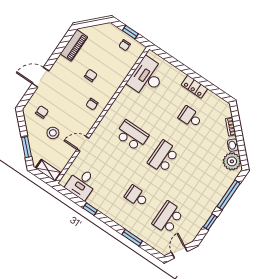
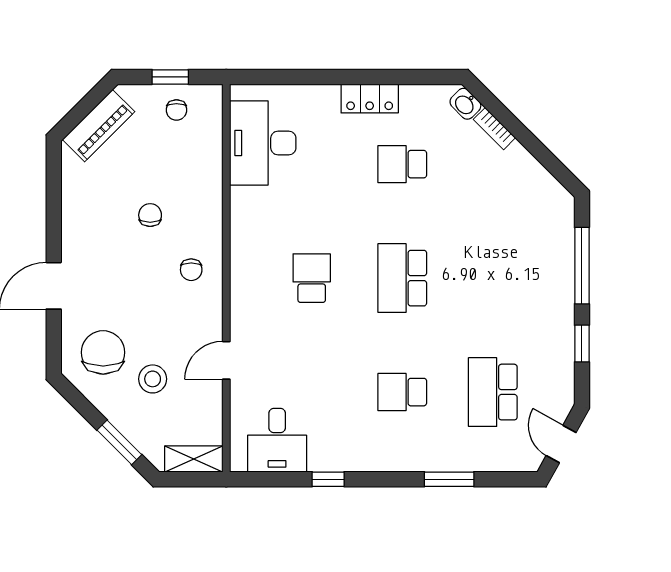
piano: (74, 45) -> (99, 126), moved, turned 45
chair: (42, 112) -> (103, 352), width x1.87, depth x1.87
school desk: (132, 135) -> (312, 278), width x0.54
washbasin: (233, 145) -> (465, 104), moved
plant: (232, 161) -> (544, 195), removed

